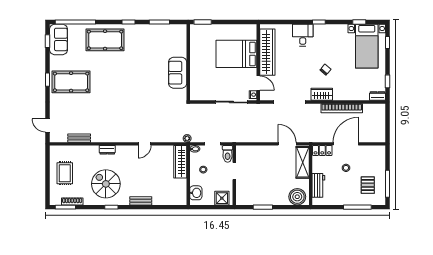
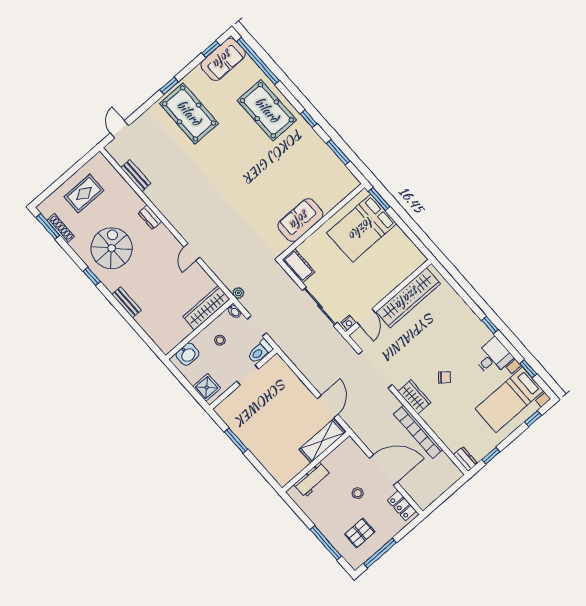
desk: (303, 35) -> (493, 357), moved
bed: (236, 54) -> (362, 228), moved, turned -90
cot: (201, 95) -> (299, 266), added
door: (145, 144) -> (192, 252), hinge flipped
locker: (322, 151) -> (402, 506), moved
boiler: (297, 197) -> (280, 468), removed

